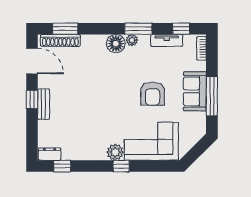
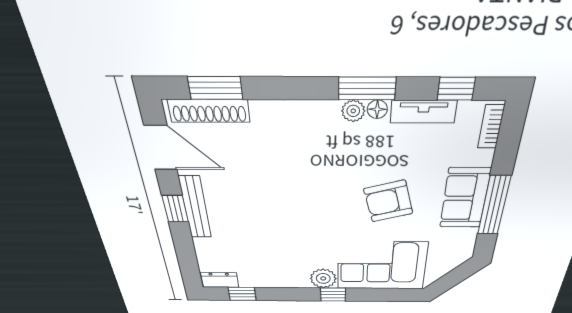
floor lamp: (116, 44) -> (377, 109), moved, width x0.53, depth x0.53
armchair: (153, 94) -> (388, 201), turned 75
bench: (44, 104) -> (195, 207), width x1.36

